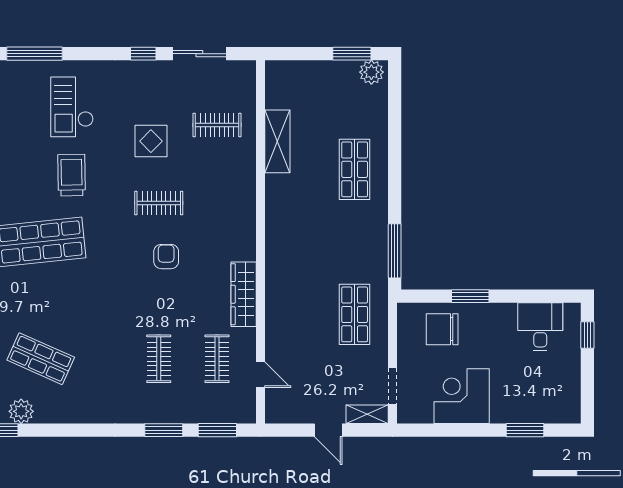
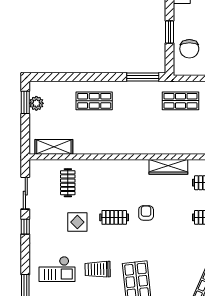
plant: (371, 72) -> (36, 103), moved
shelving: (277, 141) -> (54, 147), moved
clothes rail: (159, 203) -> (114, 217), turned 90
armchair: (166, 257) -> (146, 213), turned 90

